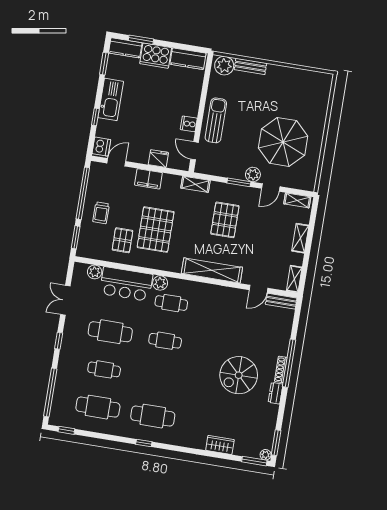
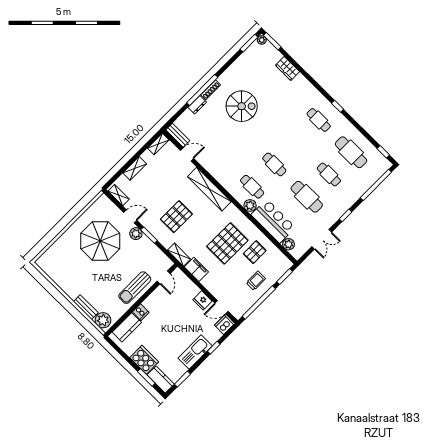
kitchen counter: (188, 59) -> (127, 327), moved, turned 90
cooker: (189, 124) -> (141, 312), moved
fridge: (158, 159) -> (202, 300), moved
filing cabinet: (148, 179) -> (196, 269), moved
dresser: (276, 393) -> (197, 105), moved
cafe table: (153, 416) -> (319, 120), width x0.73, depth x0.74

